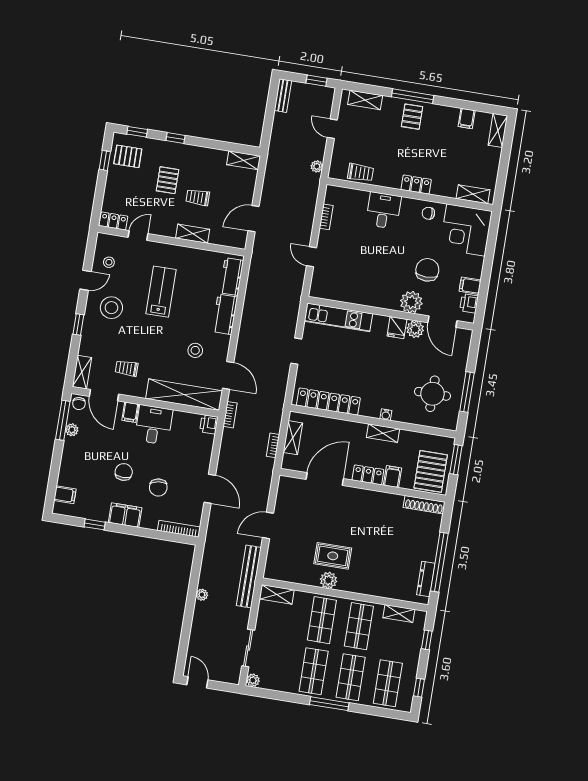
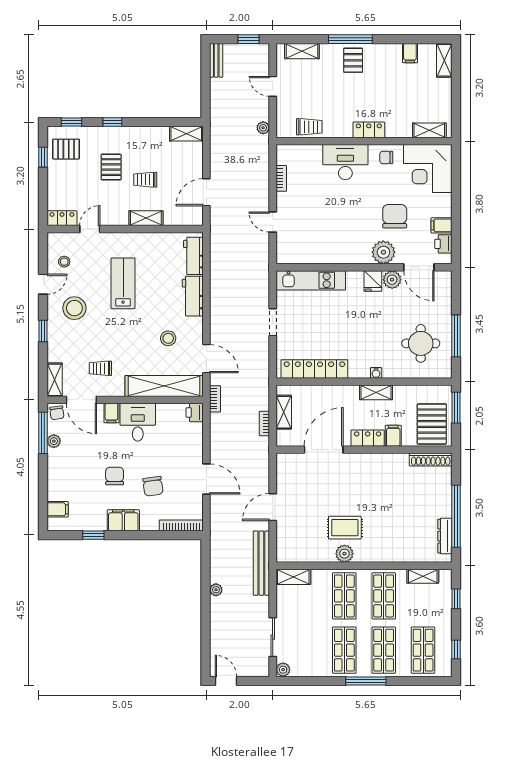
desk: (383, 210) -> (345, 162), width x1.37

